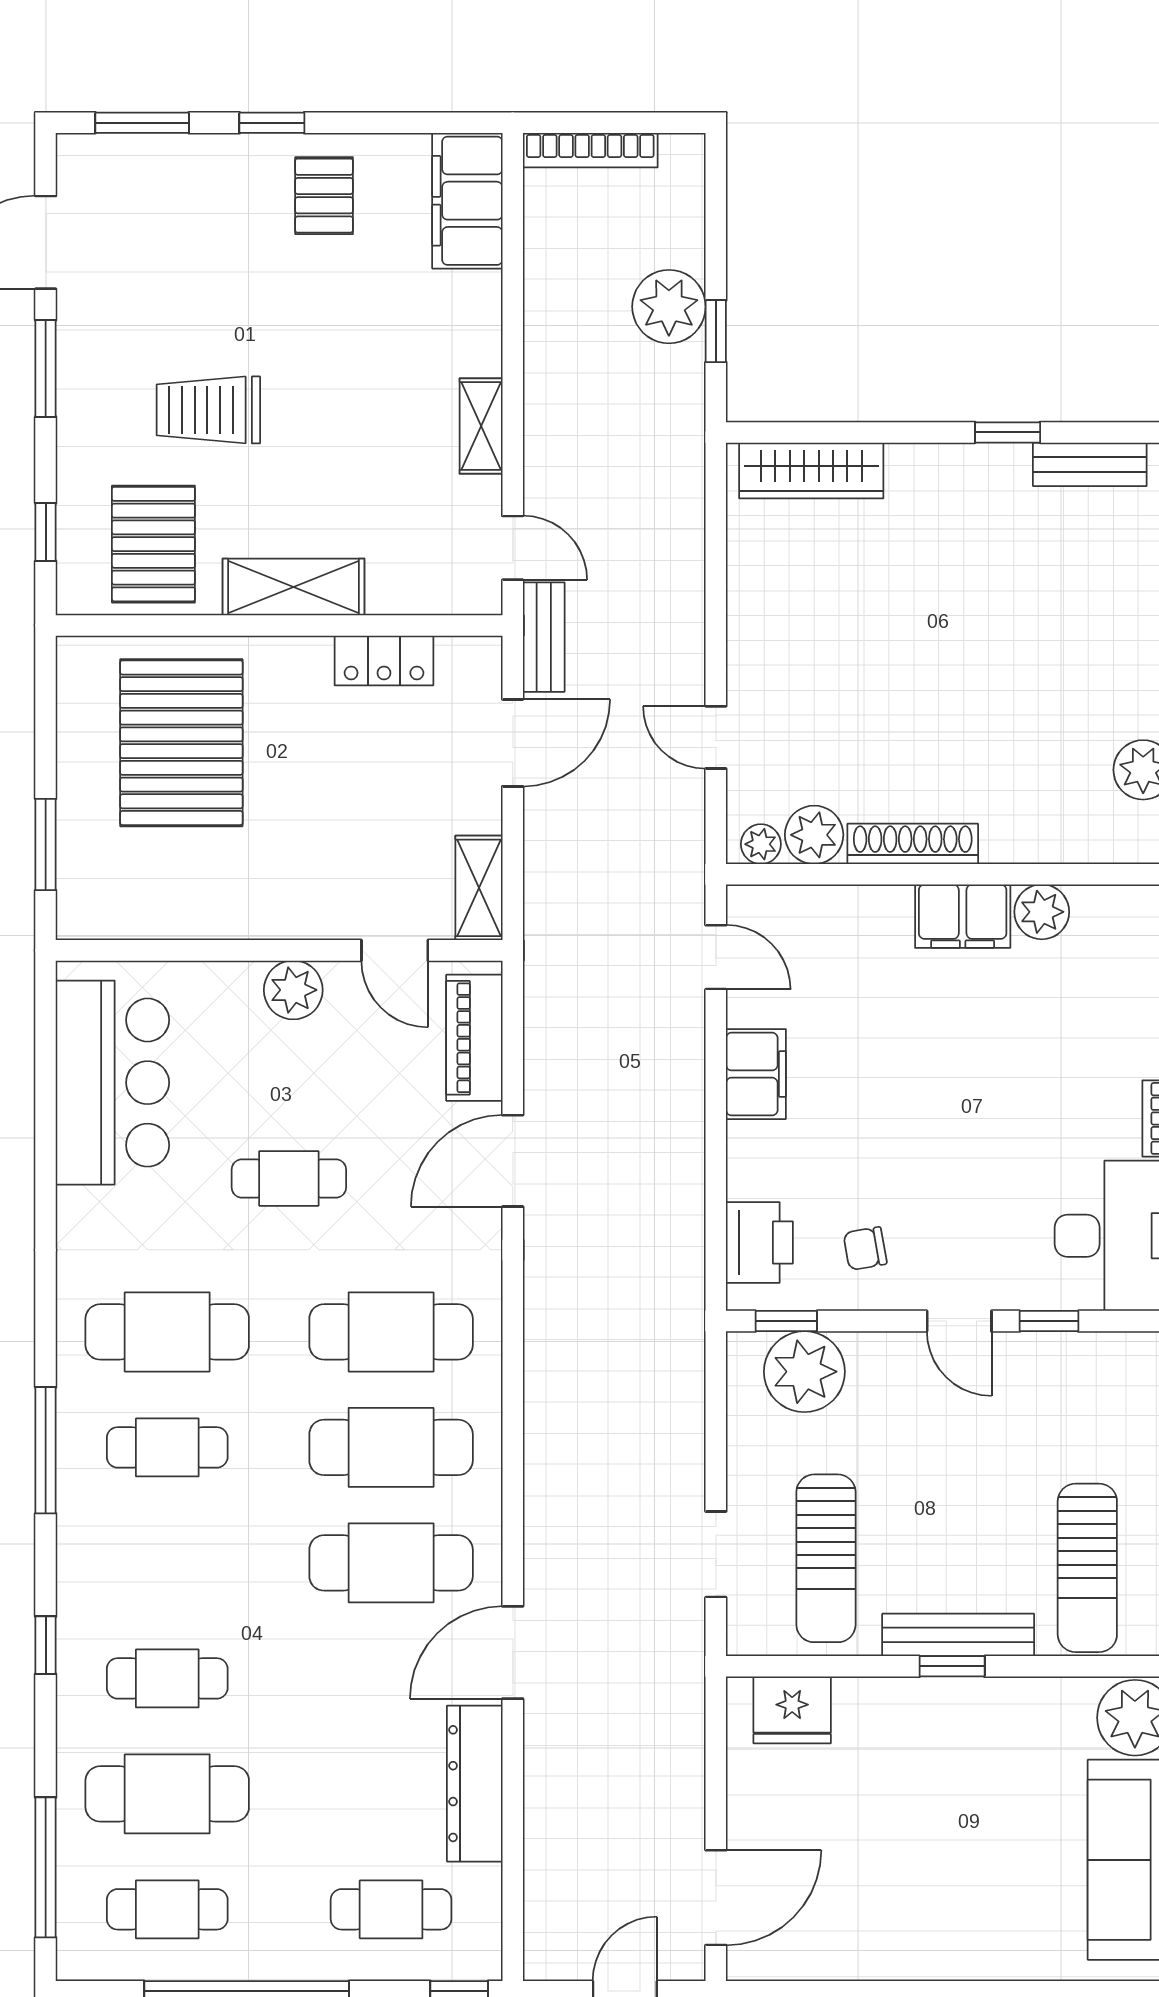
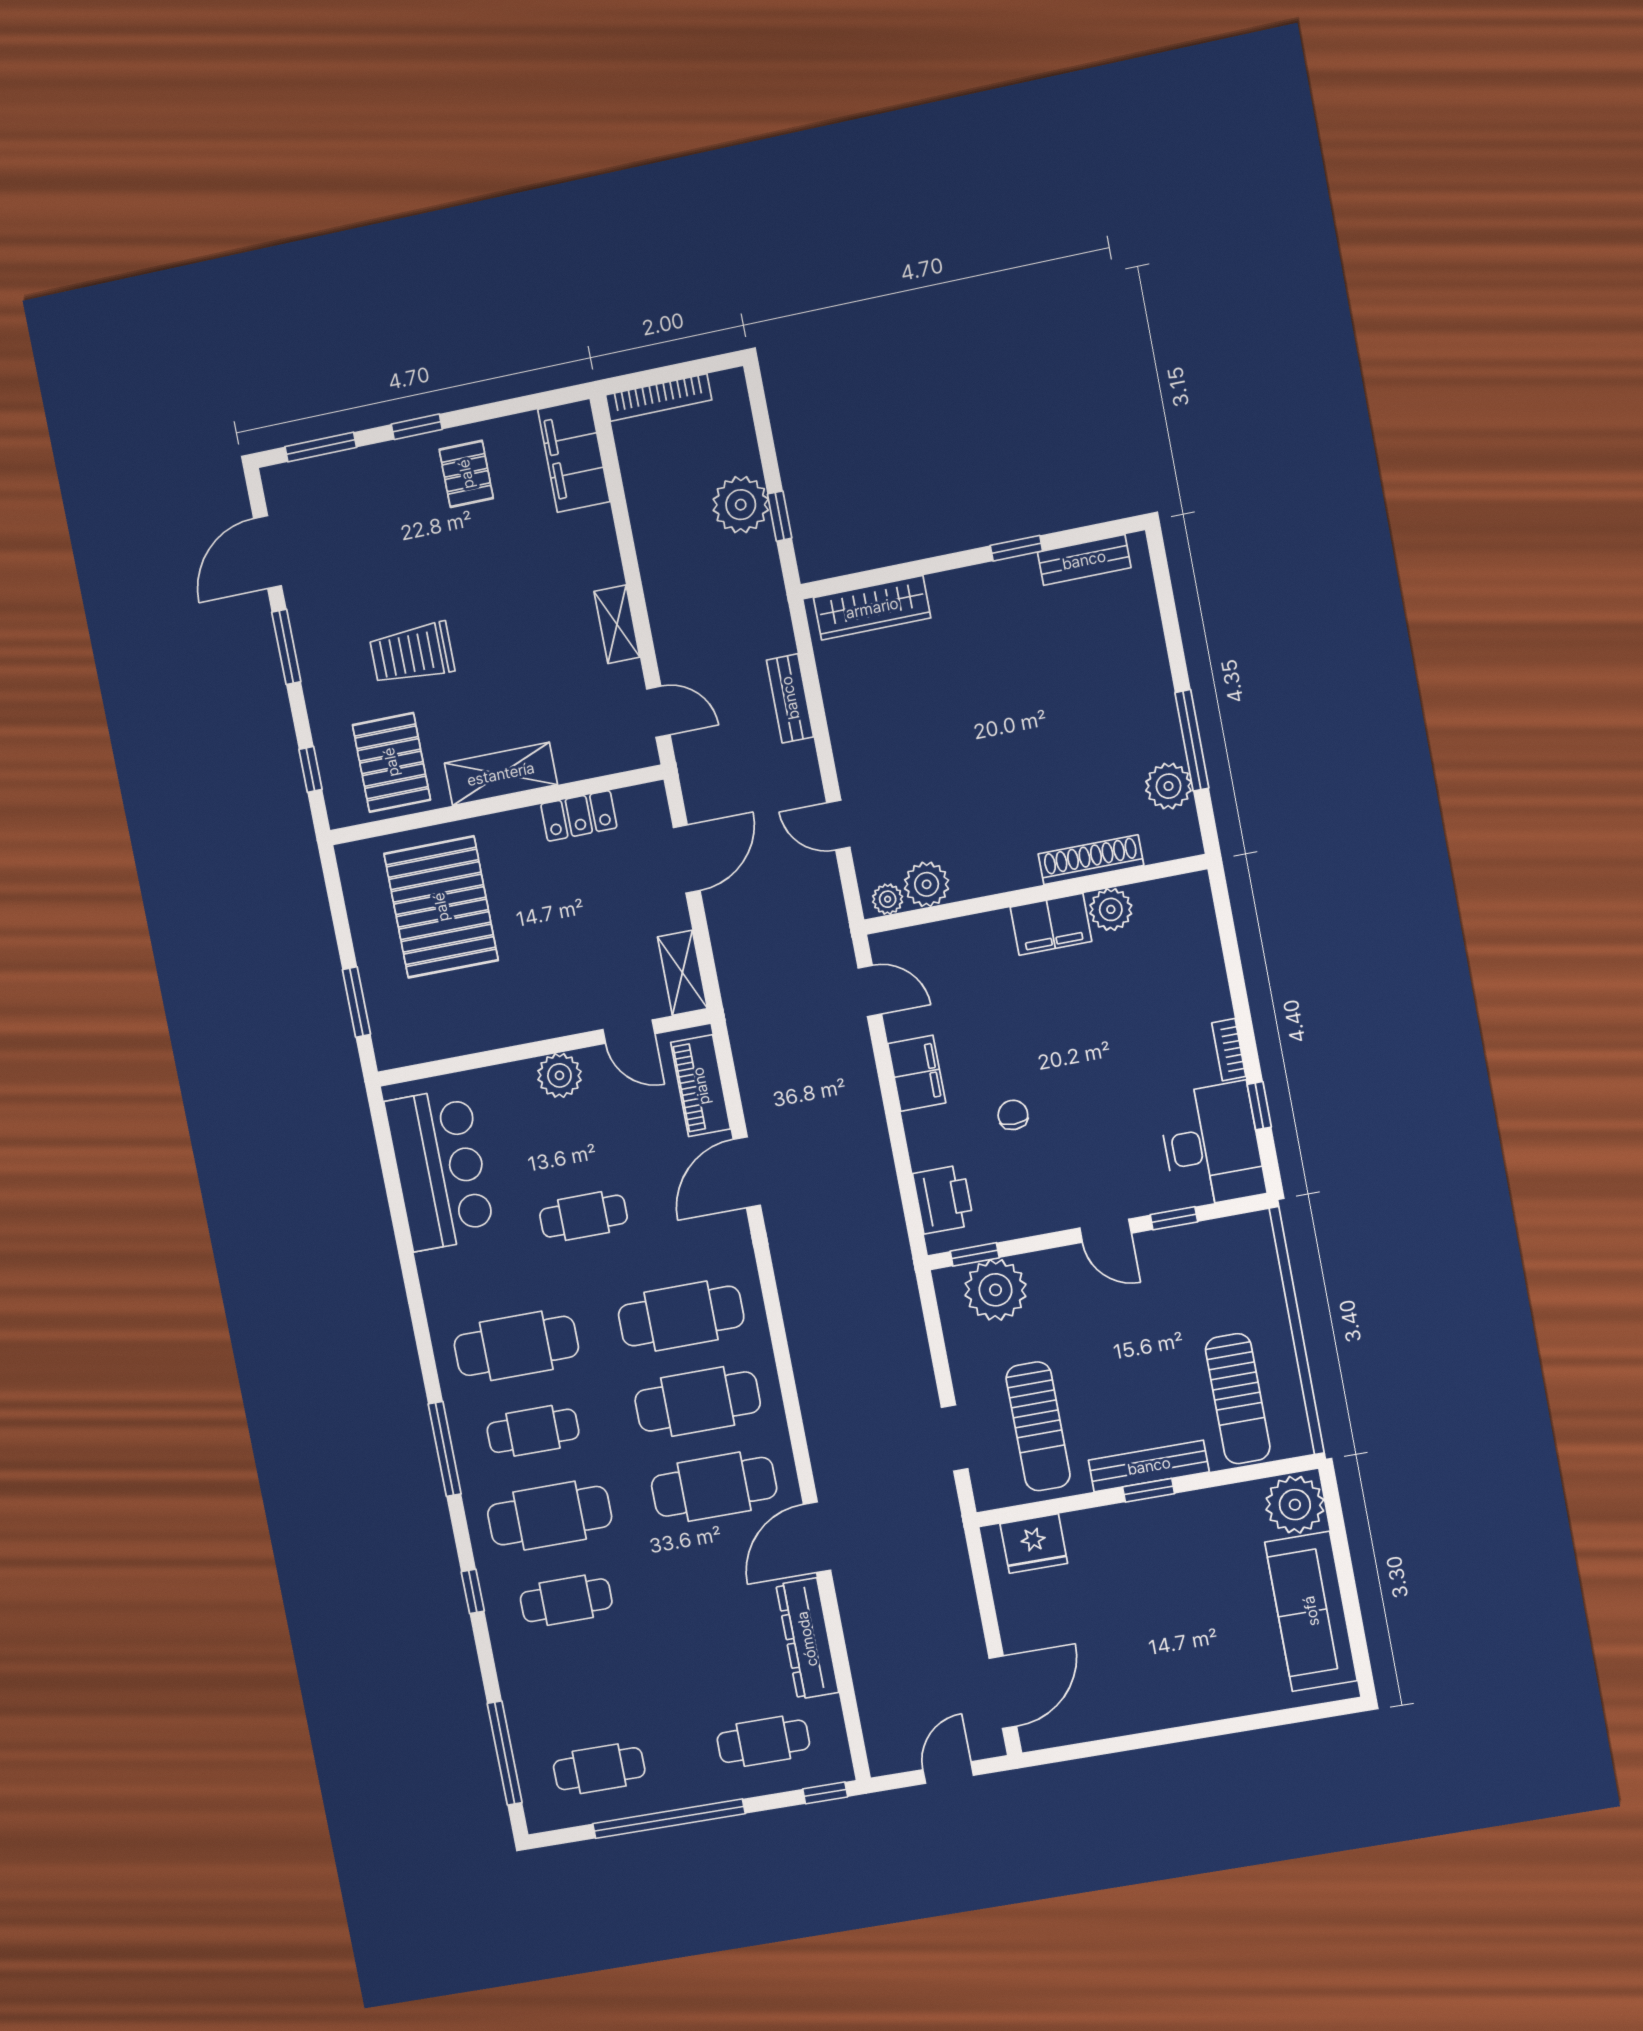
bench: (544, 637) -> (790, 698), moved
shoe rack: (913, 844) -> (1091, 860), moved
chair: (865, 1248) -> (1013, 1115), moved, turned 100
cafe table: (167, 1794) -> (550, 1516), moved

